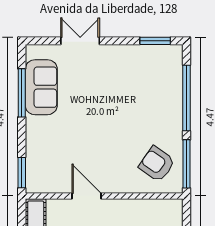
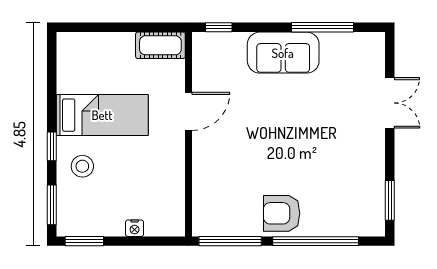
sofa: (41, 87) -> (283, 53), moved
armchair: (157, 164) -> (282, 213), moved, turned -125
window: (22, 173) -> (219, 27), width x0.67

